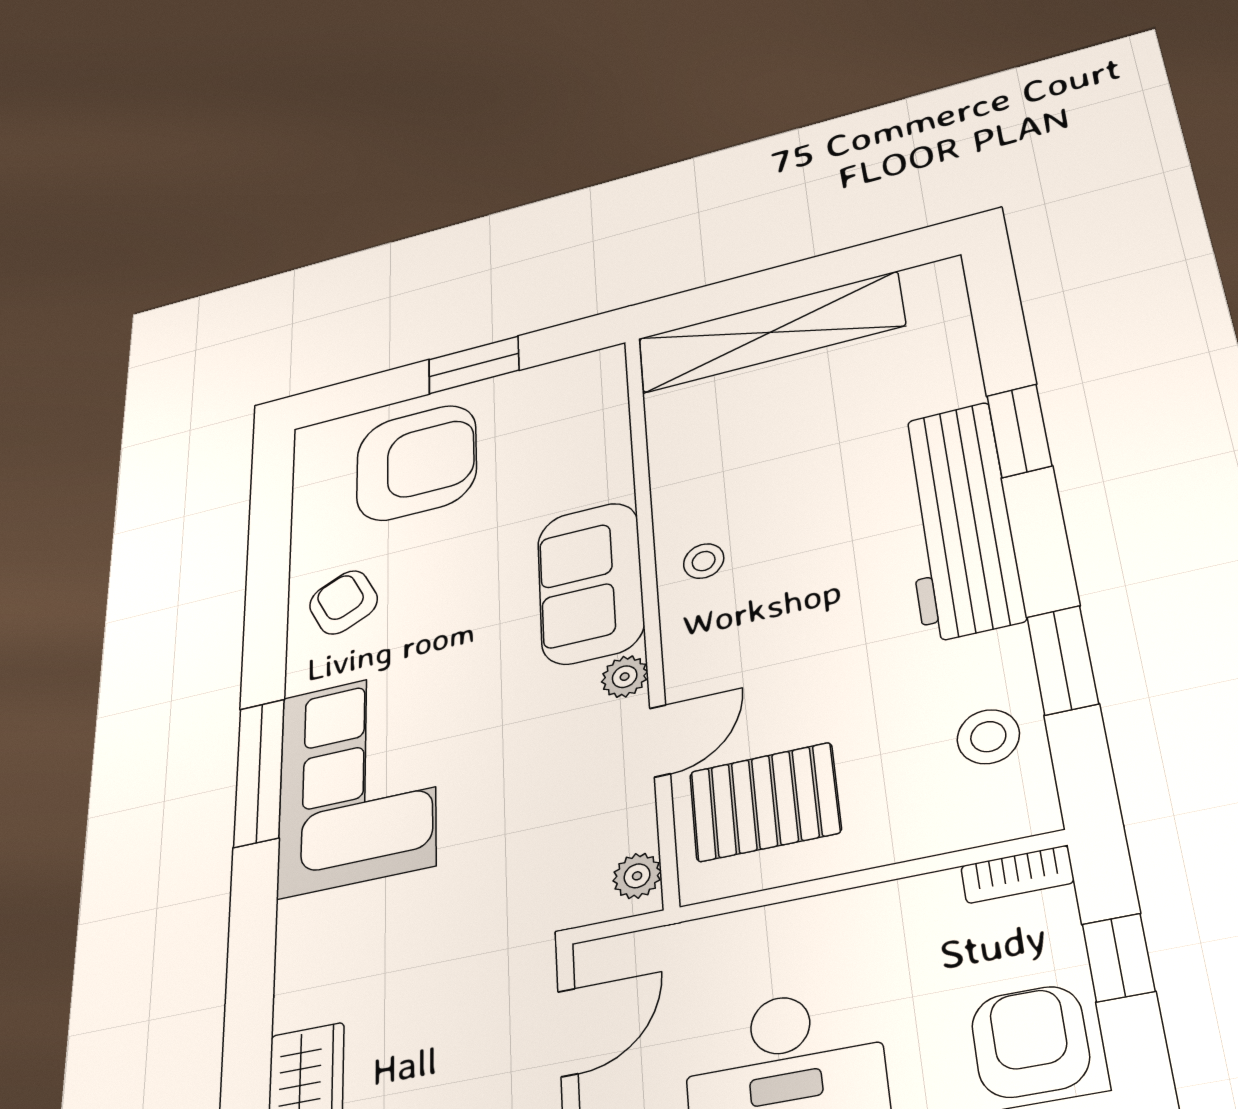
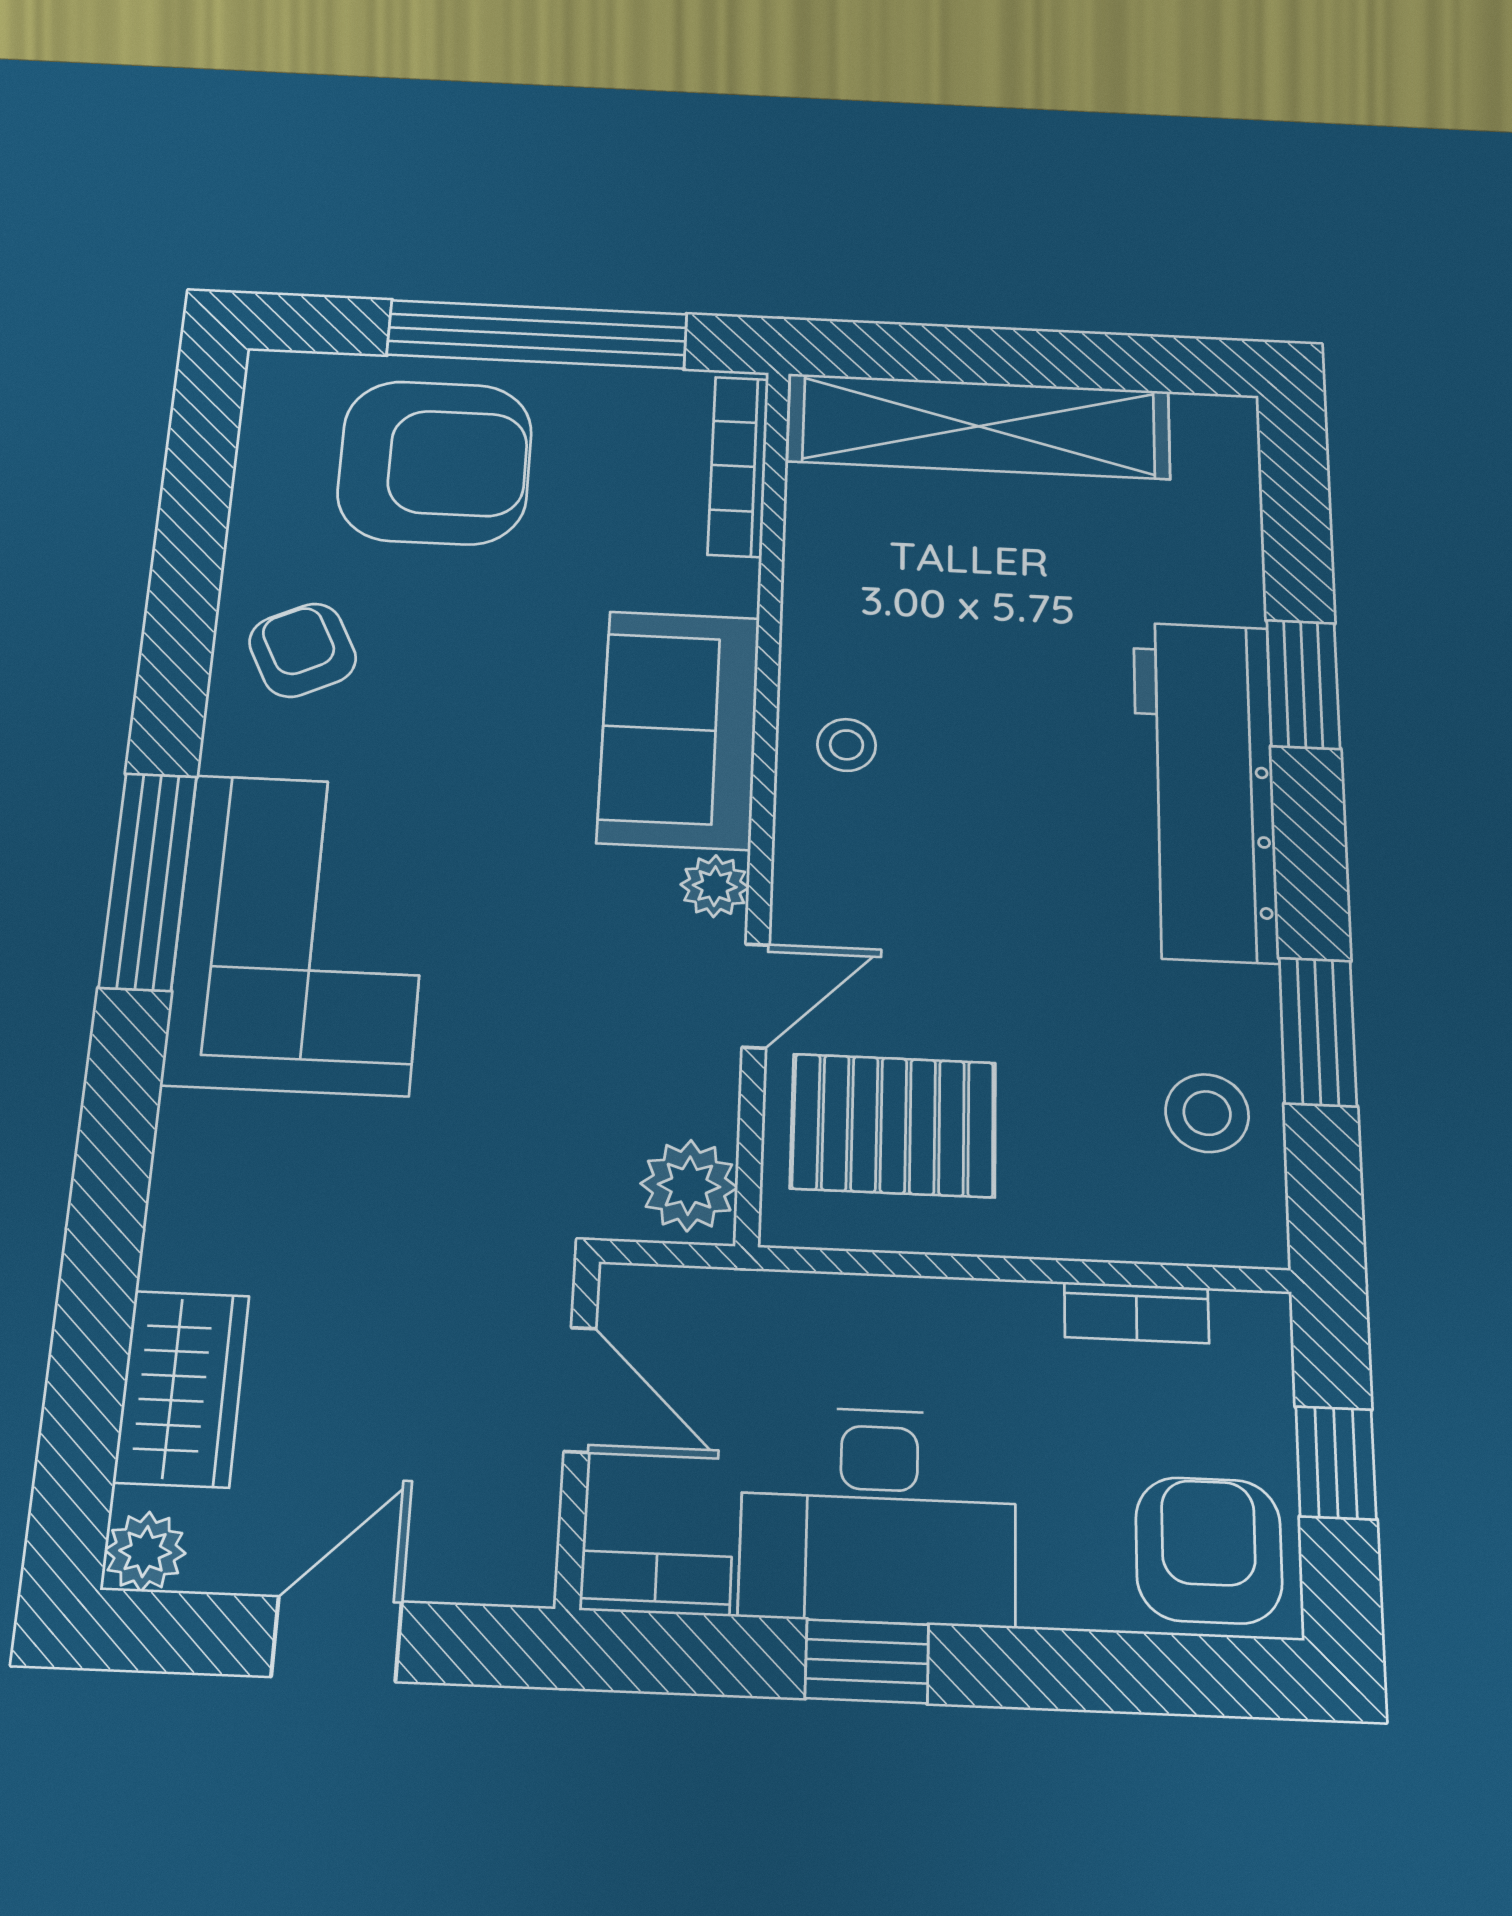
window: (474, 365) -> (537, 334), width x2.11
bookcase: (612, 406) -> (738, 466), added
bookcase: (1017, 874) -> (1137, 1313), moved
plant: (637, 876) -> (689, 1186), width x1.38, depth x1.38
door: (568, 1032) -> (580, 1390), hinge flipped

